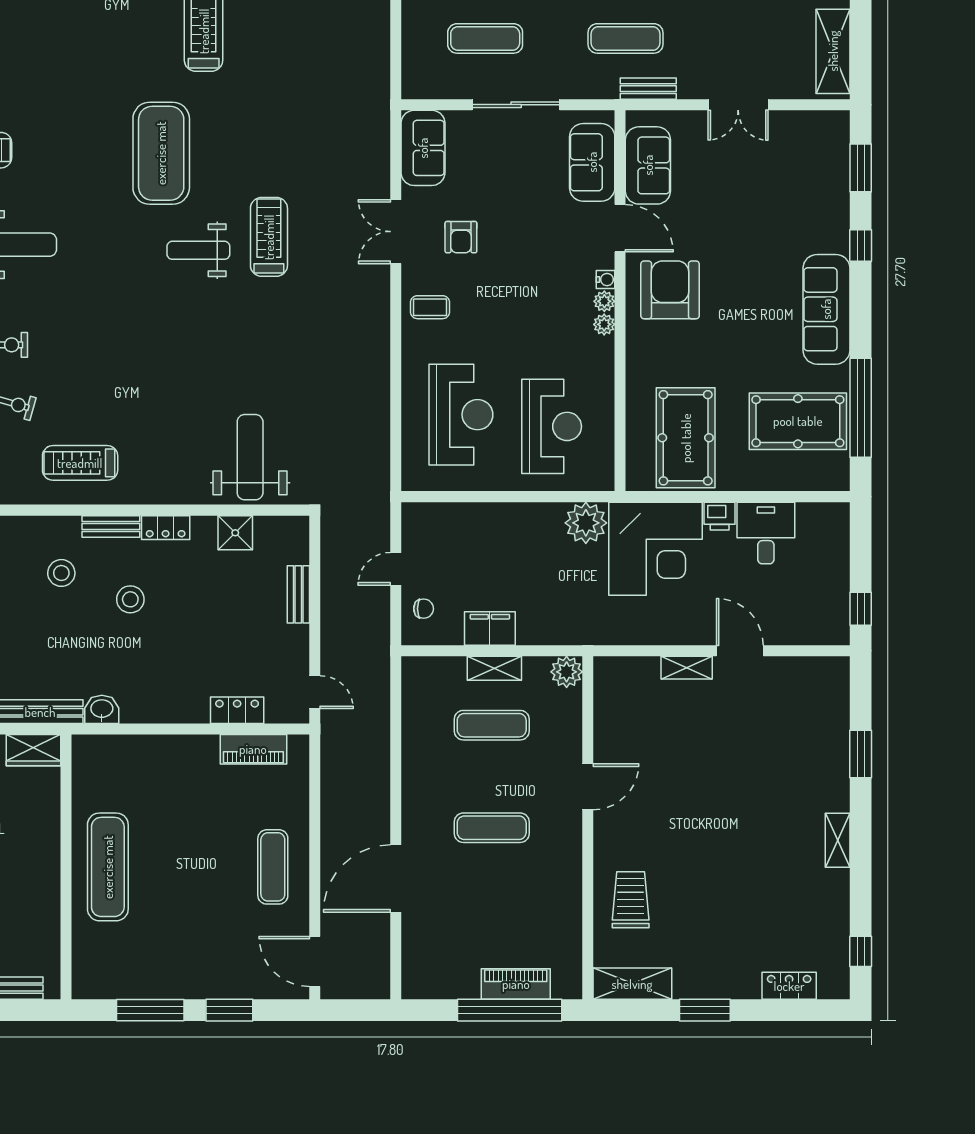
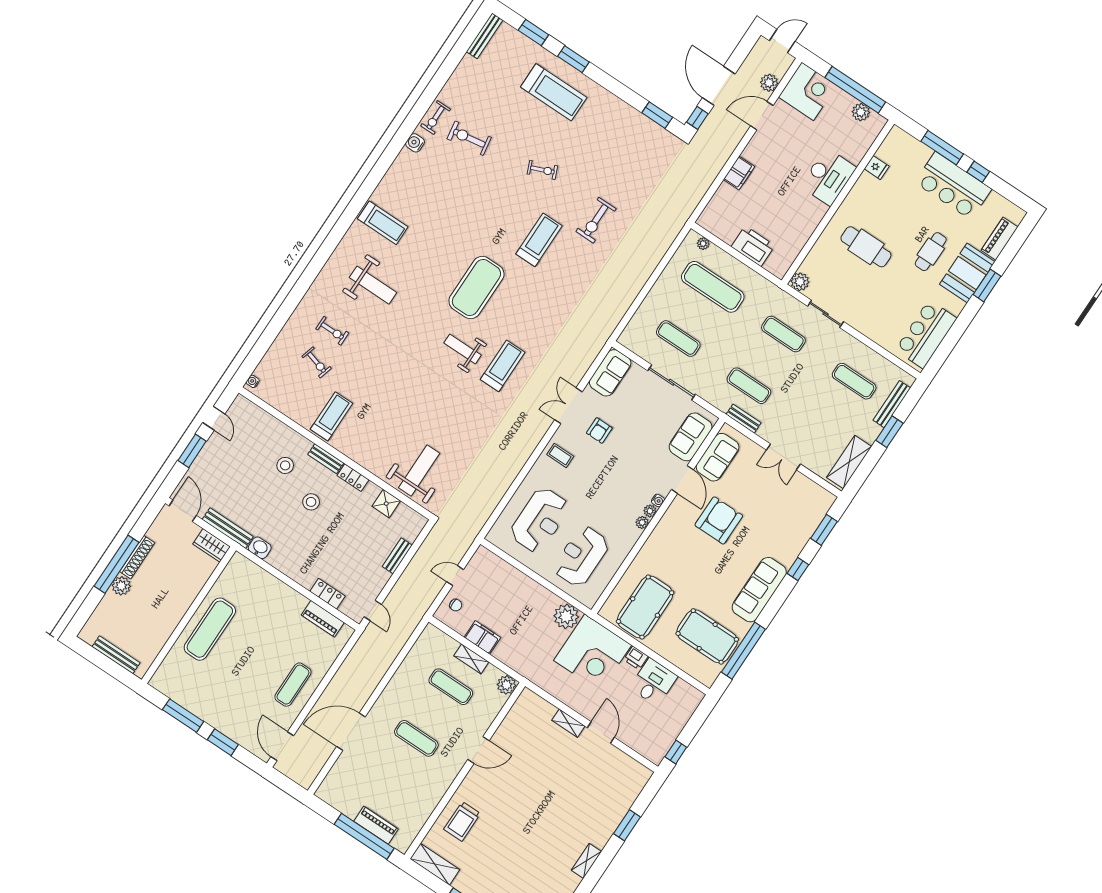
armchair: (670, 290) -> (719, 520), moved
reception desk: (552, 426) -> (581, 556), turned 180
treadmill: (80, 463) -> (332, 416), turned 90
trolley: (631, 900) -> (462, 821), turned 180

